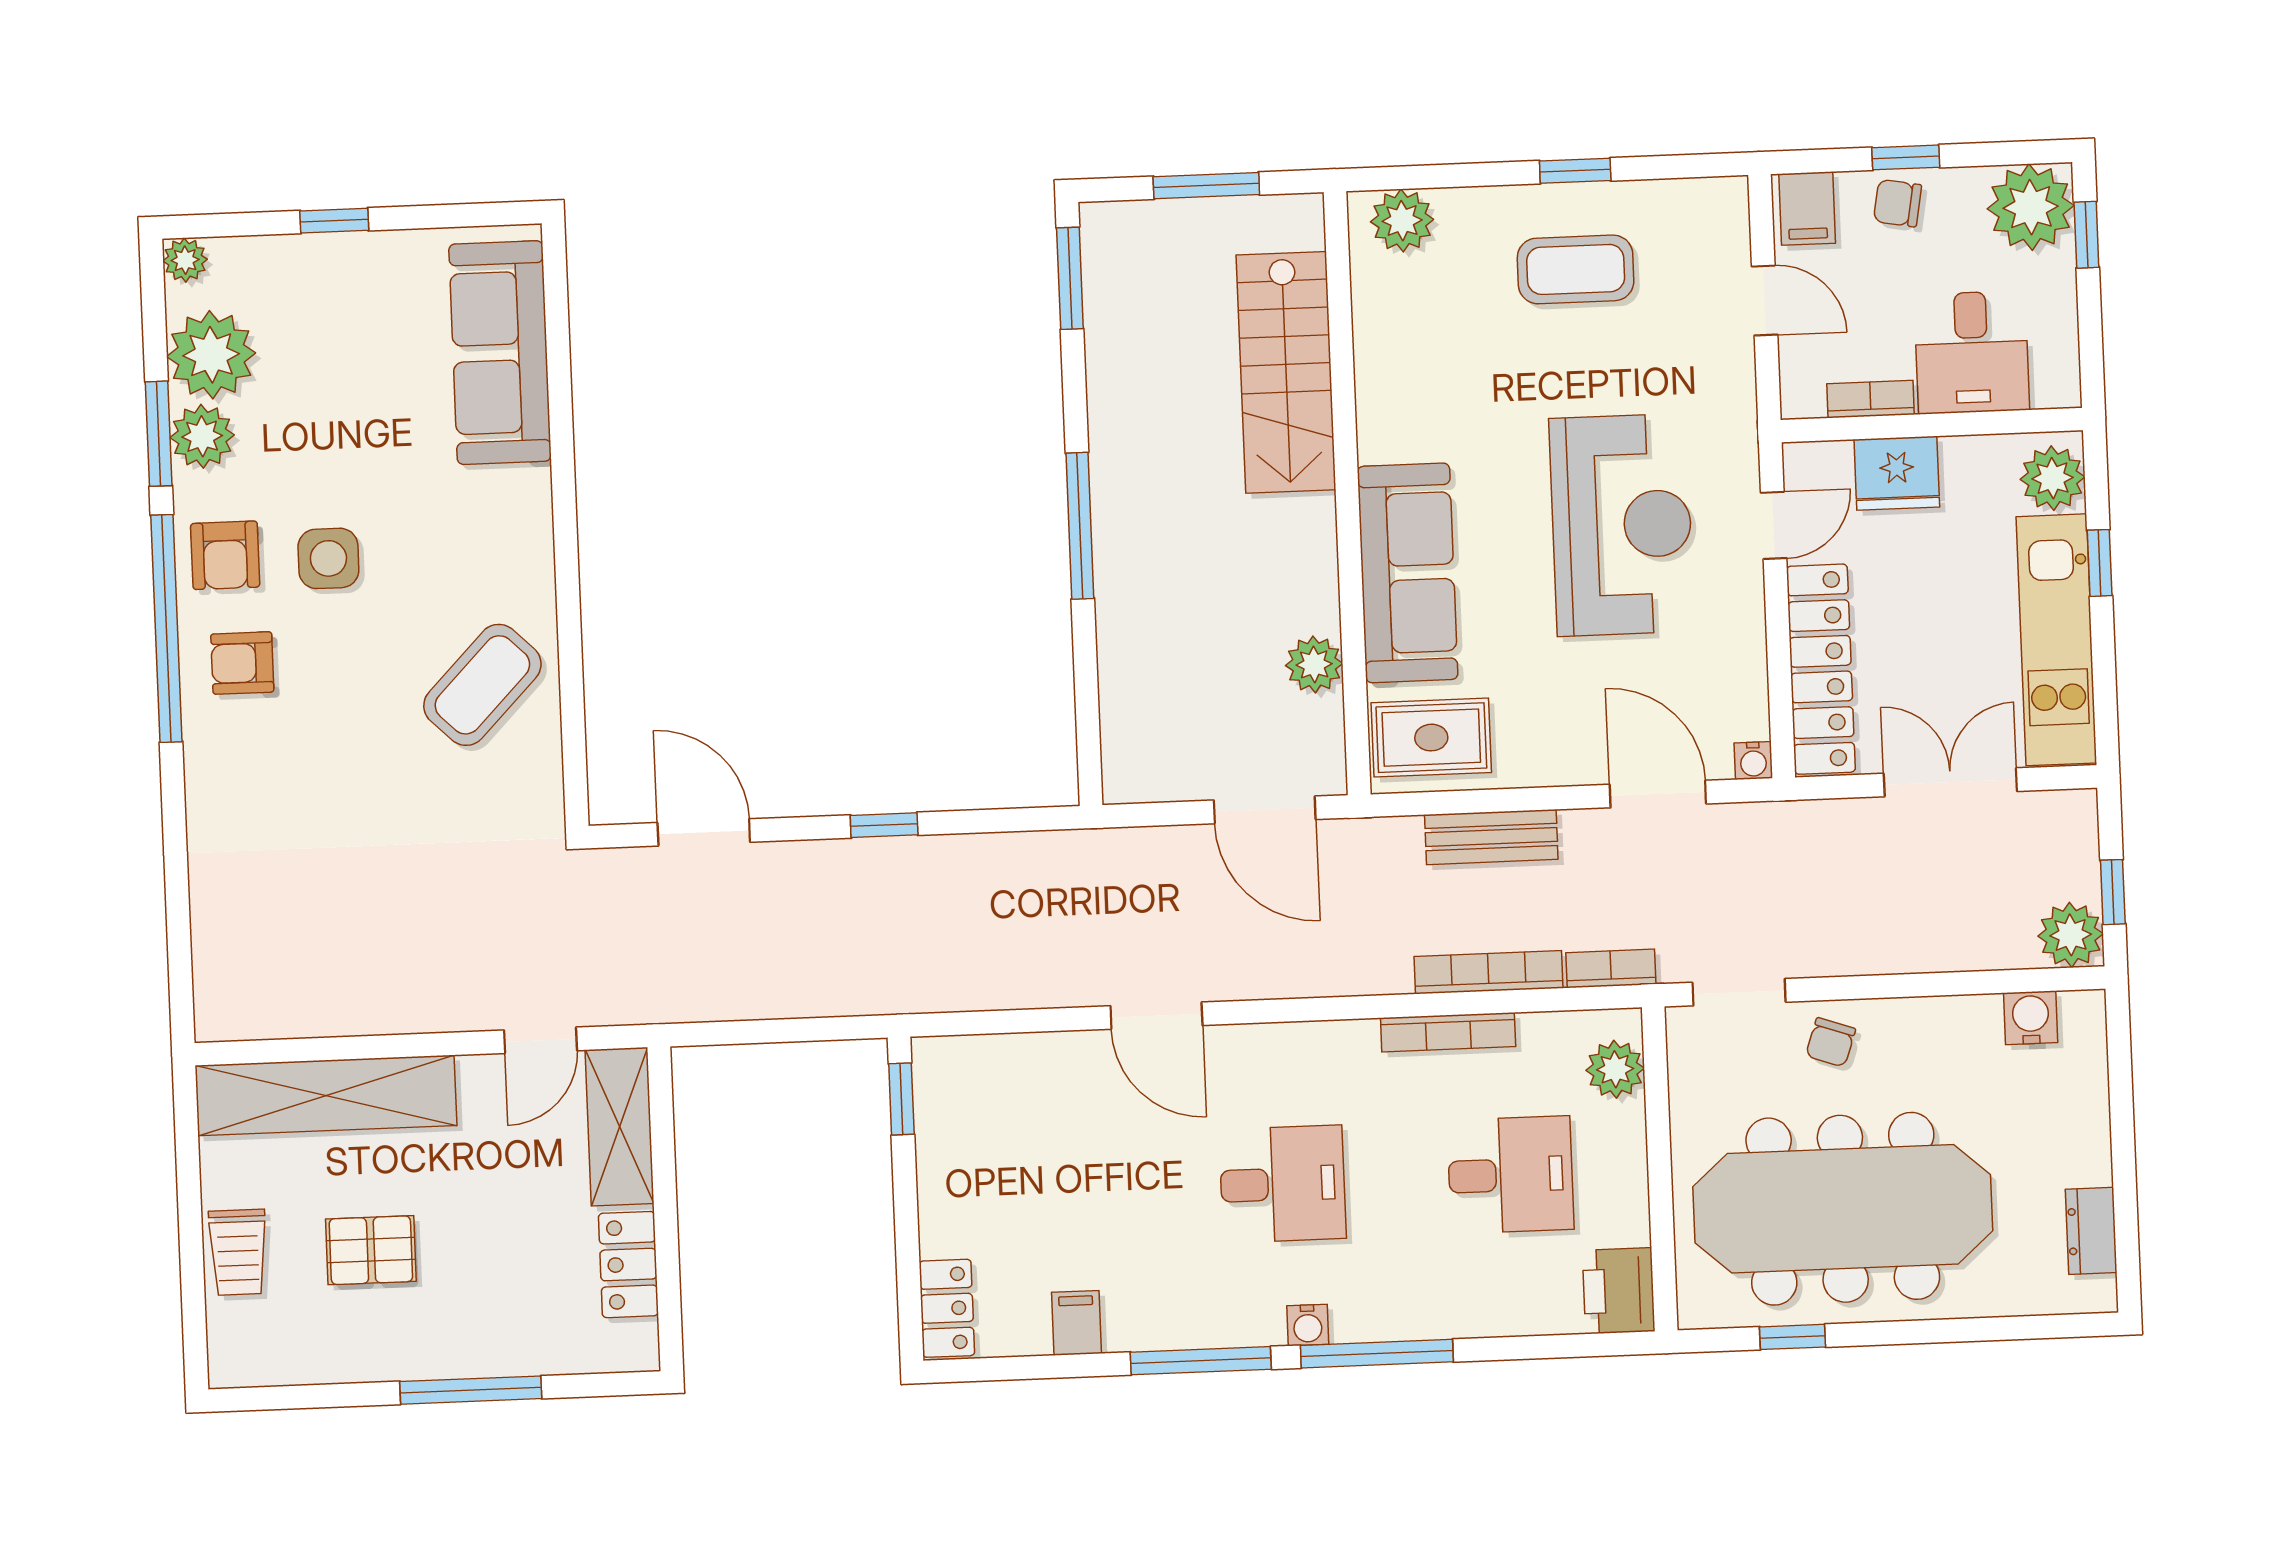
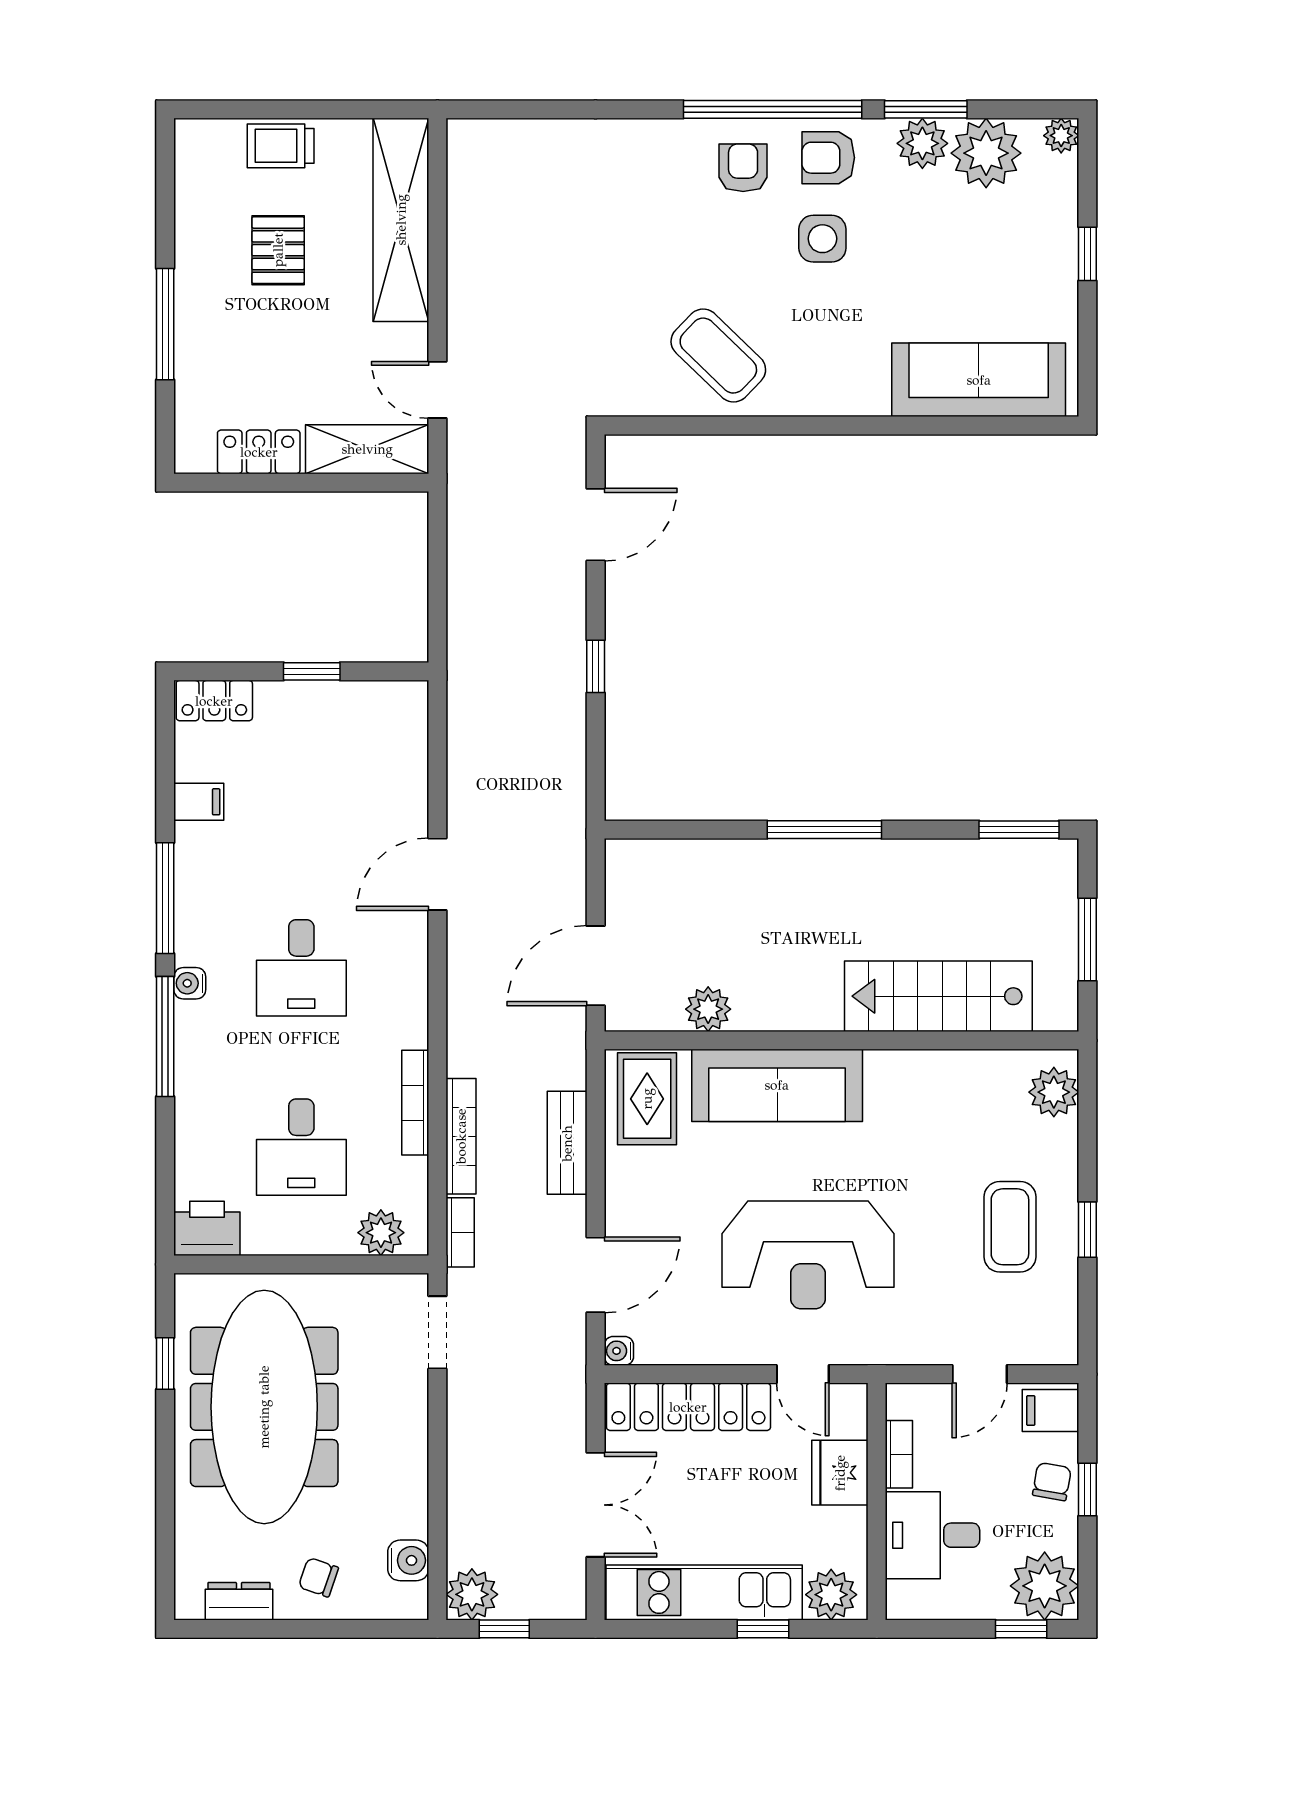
chair: (1831, 1042) -> (318, 1577), moved
window: (901, 1099) -> (312, 671), moved

